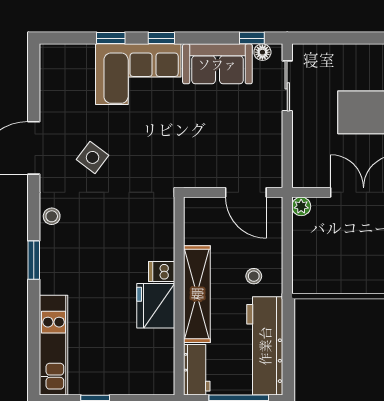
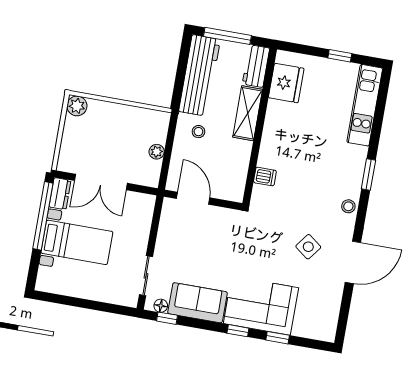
plant: (301, 206) -> (157, 152), moved
dishwasher: (162, 272) -> (265, 177), moved
shelving: (197, 294) -> (248, 113), width x0.68
fridge: (156, 306) -> (286, 83), moved

